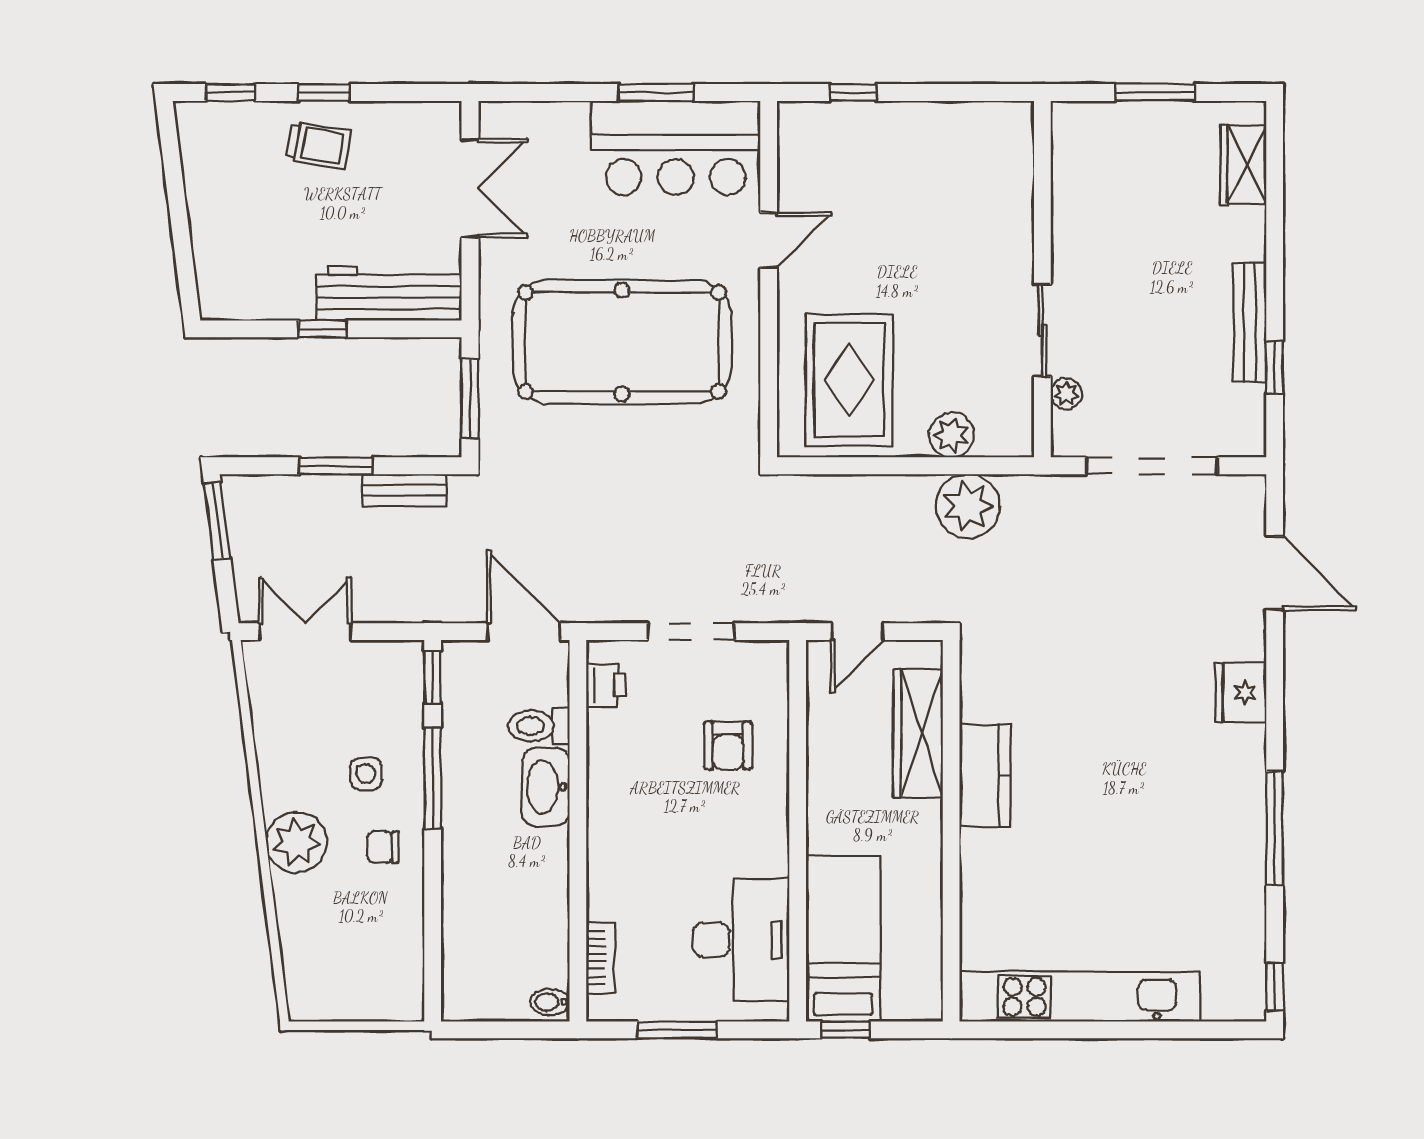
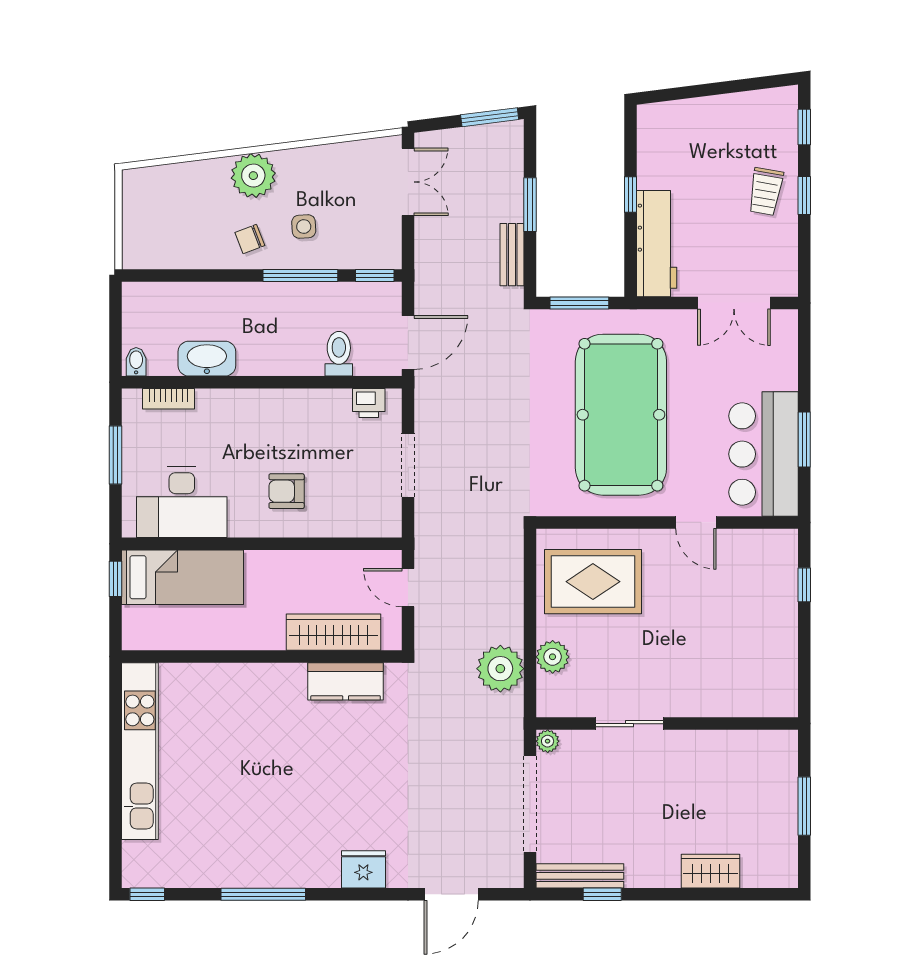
wardrobe: (1243, 165) -> (711, 871), moved
bench: (1250, 323) -> (580, 876), moved
plant: (1066, 394) -> (548, 741), moved
armchair: (728, 745) -> (287, 491), moved
kitchen counter: (985, 775) -> (346, 681), moved
washbasin: (546, 787) -> (207, 359), moved
chair: (383, 847) -> (250, 239), turned -111

